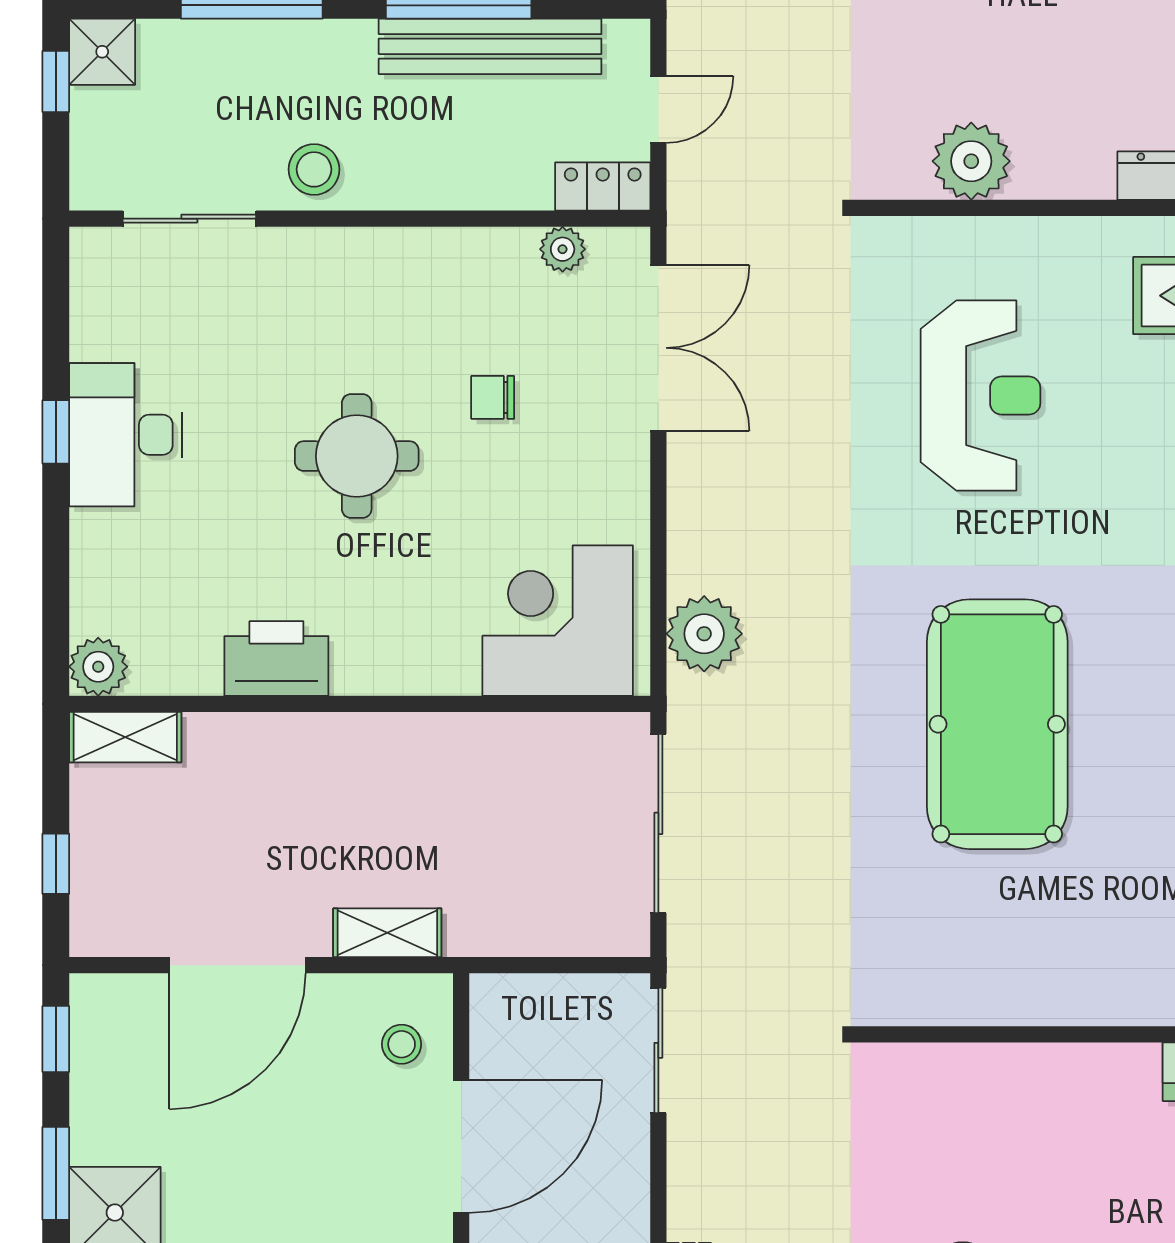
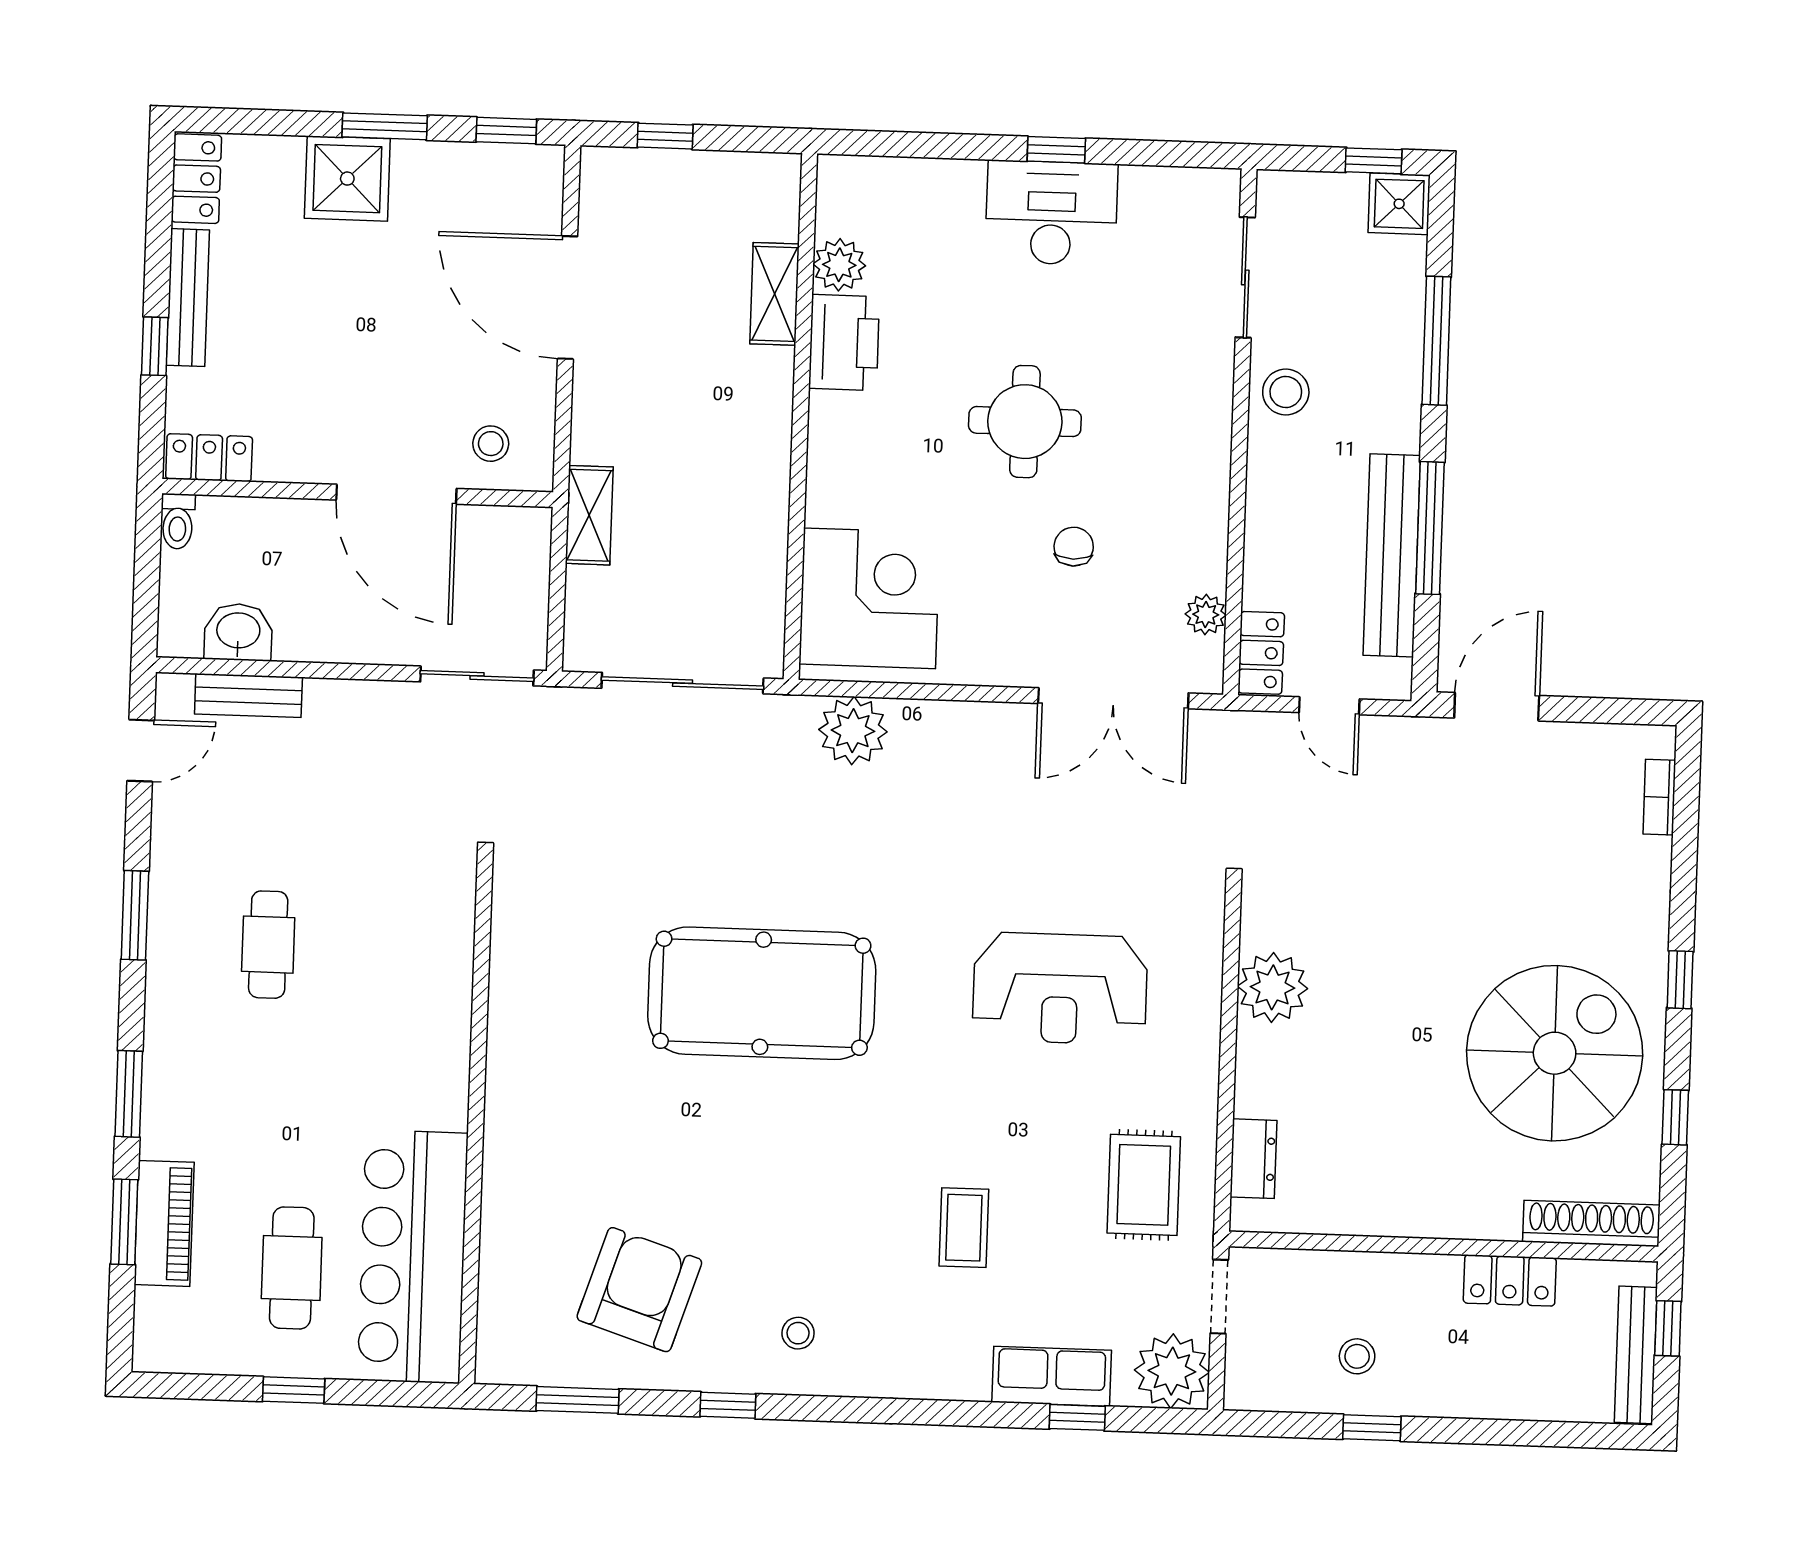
plant: (98, 667) -> (839, 265), moved
shelving: (125, 737) -> (774, 294), moved
shelving: (387, 933) -> (589, 515), moved

